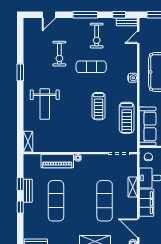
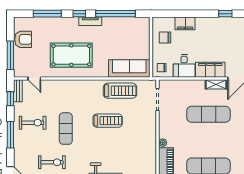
water cooler: (133, 78) -> (78, 84), removed
shelving: (133, 187) -> (216, 84), moved

